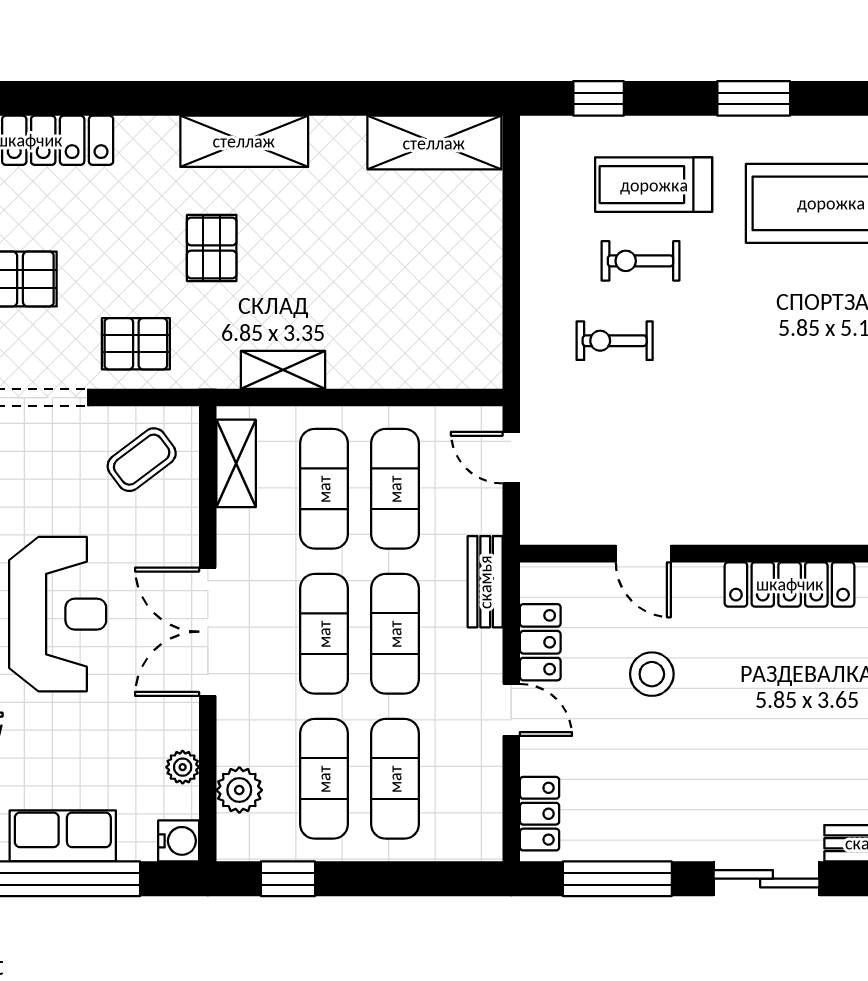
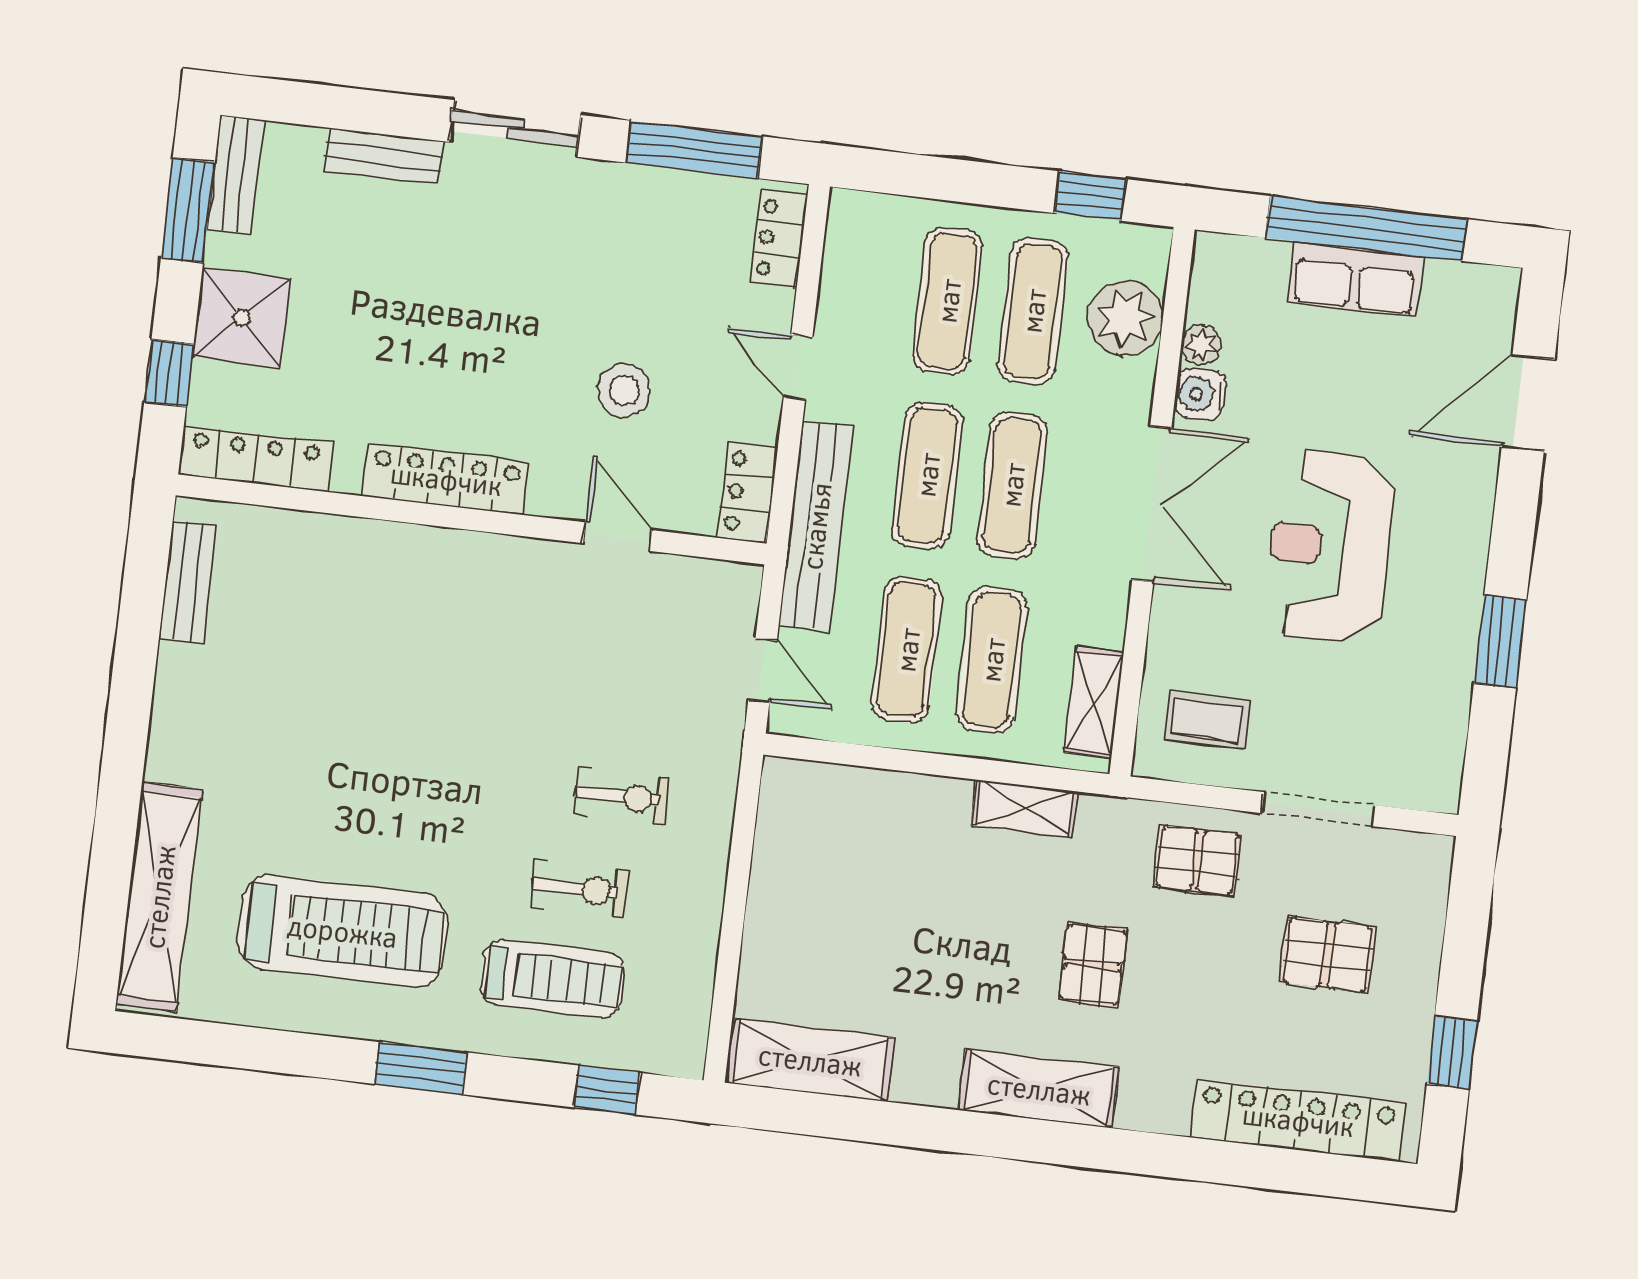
coffee table: (142, 460) -> (1207, 720), turned 37
bench: (485, 582) -> (816, 526), width x1.86, depth x1.21
locker: (540, 642) -> (748, 492), moved
plant: (239, 790) -> (1125, 318), width x1.36, depth x1.36
water cooler: (179, 841) -> (1200, 394), moved

